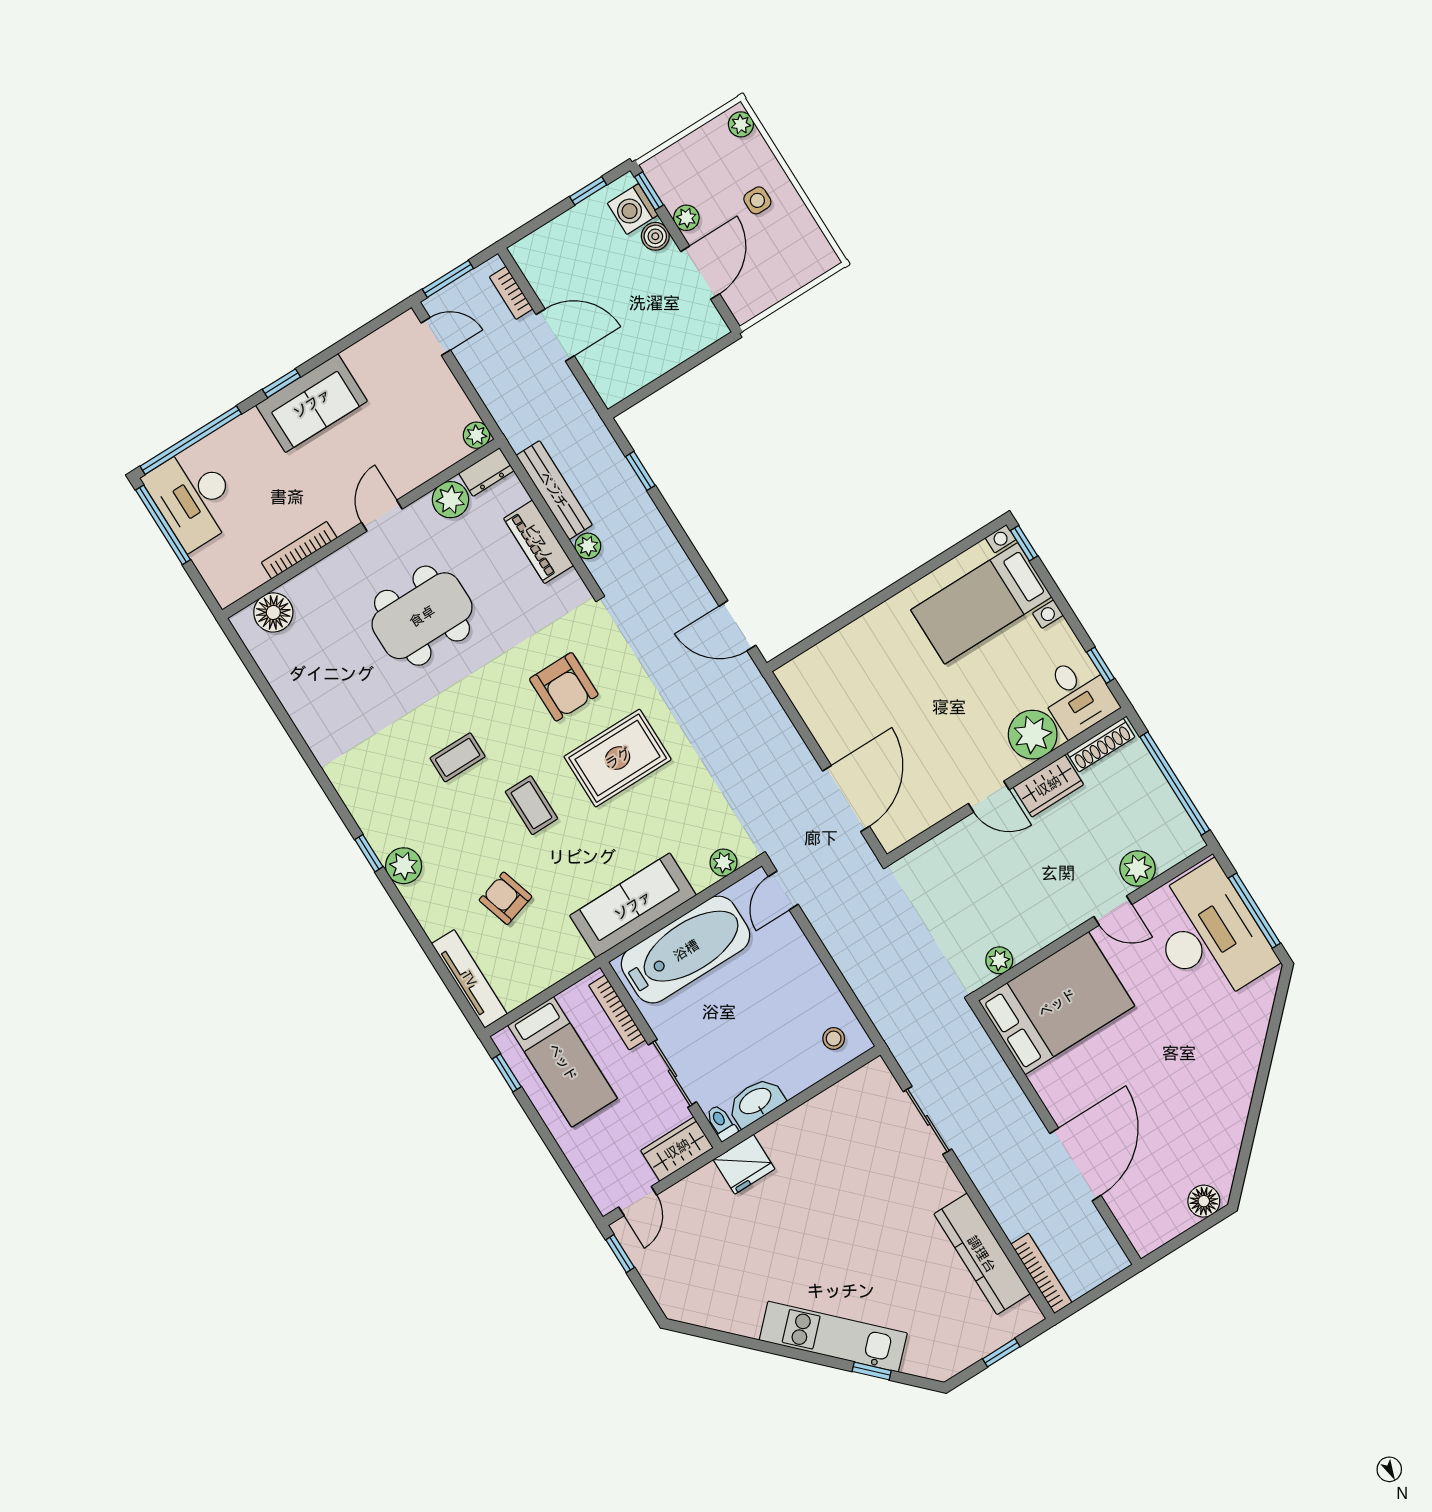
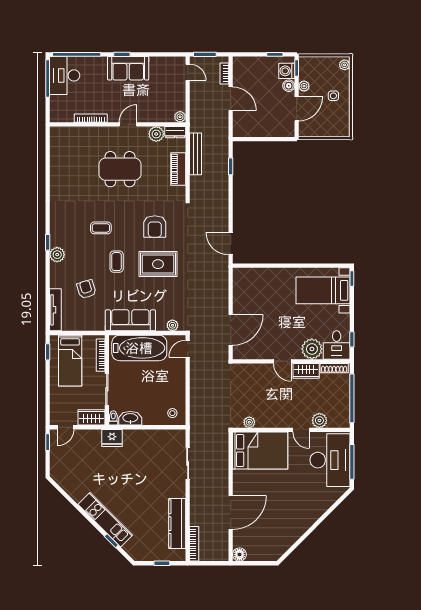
plant: (588, 546) -> (195, 181), removed
floor lamp: (273, 612) -> (67, 135), removed
floor lamp: (1204, 1201) -> (239, 554), moved

